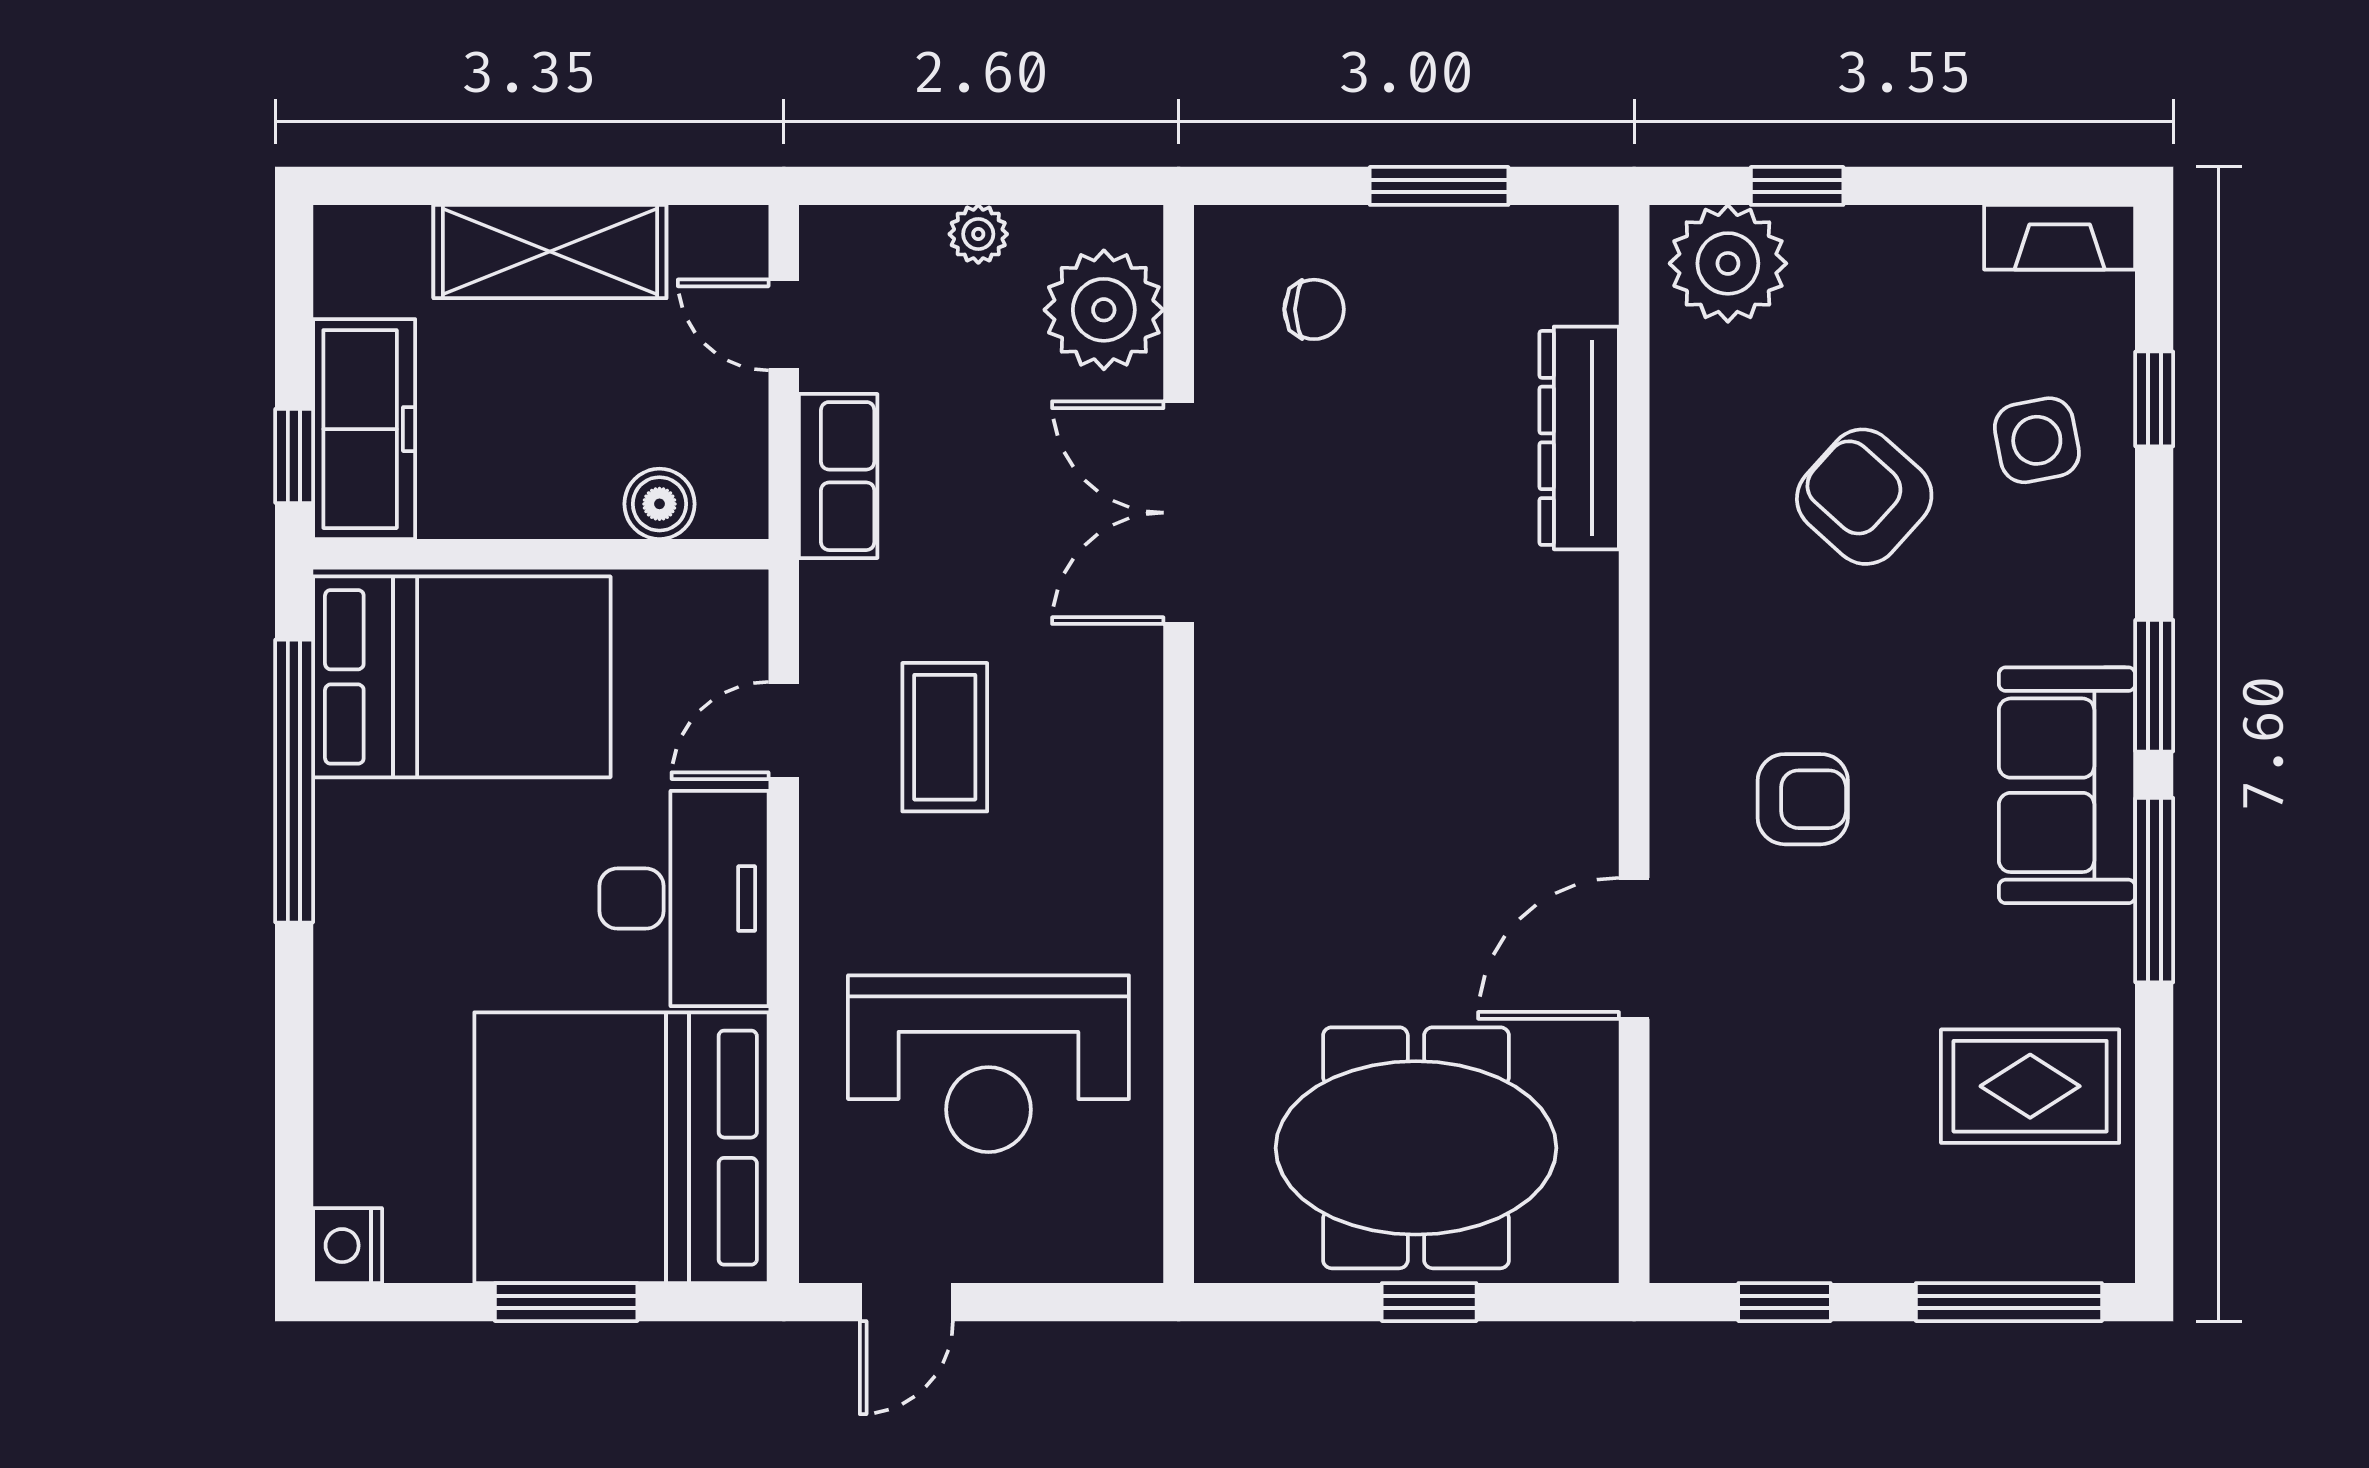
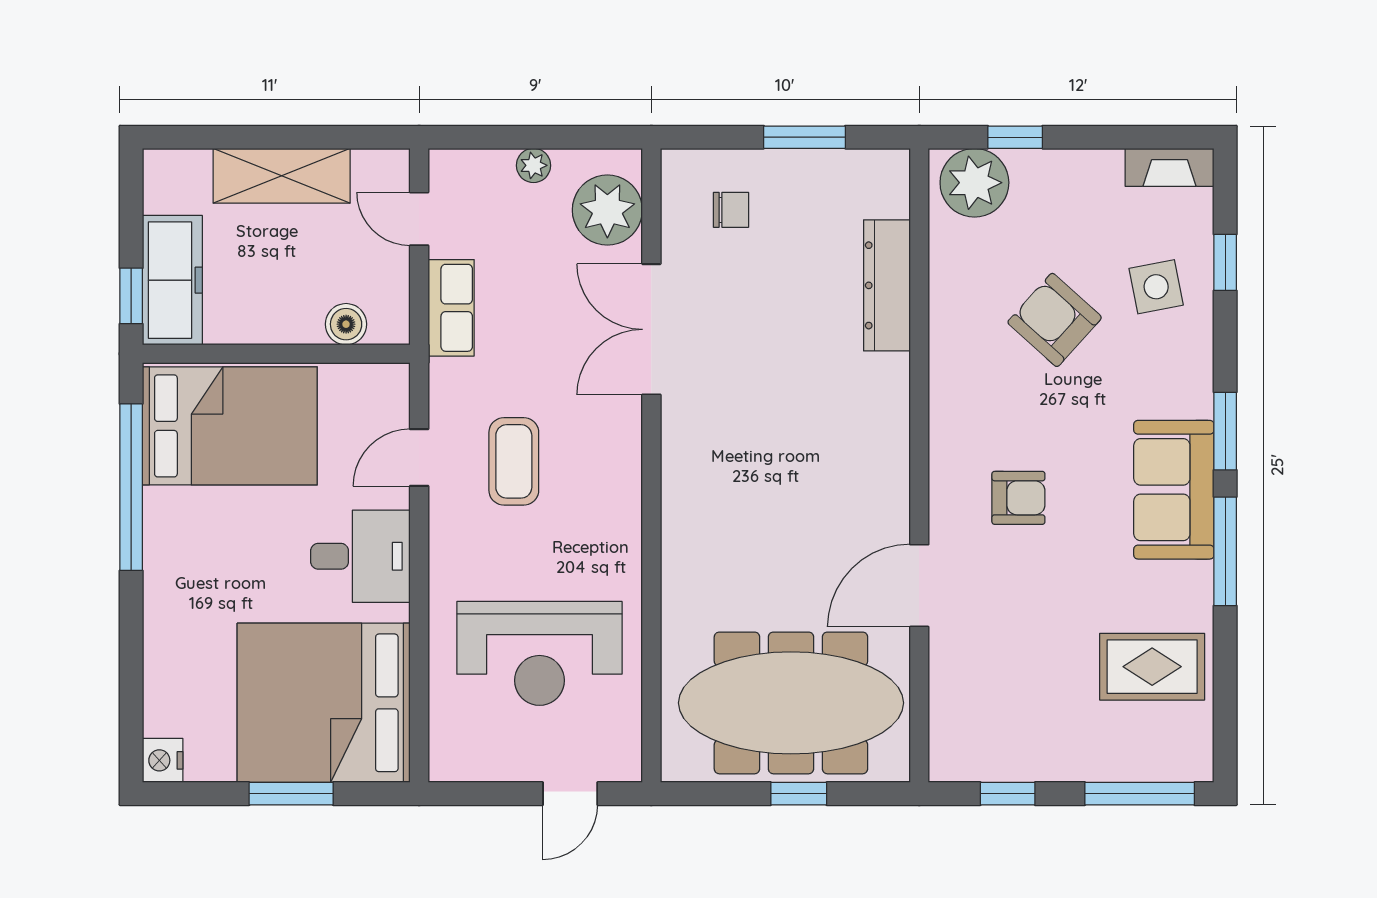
desk: (684, 899) -> (360, 556), width x0.73
meeting table: (1416, 1148) -> (791, 703), width x1.36
door: (906, 1302) -> (570, 794), moved

